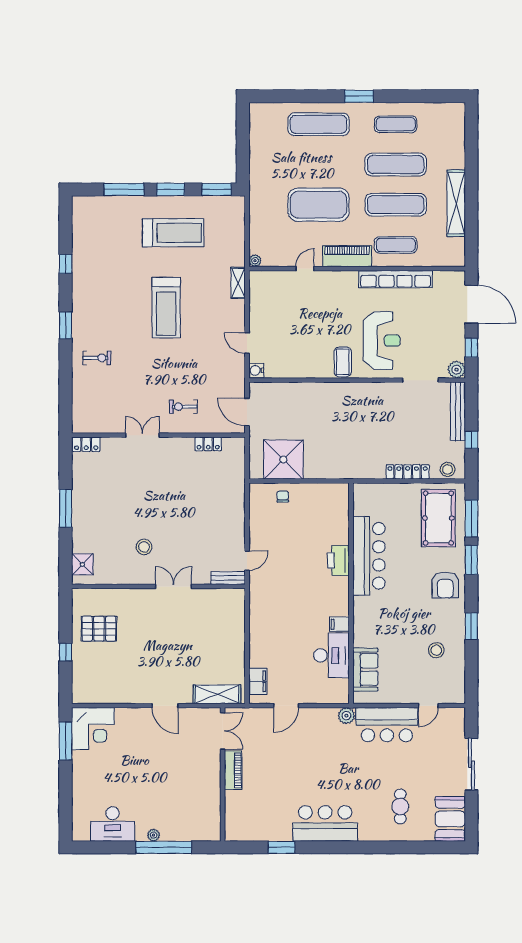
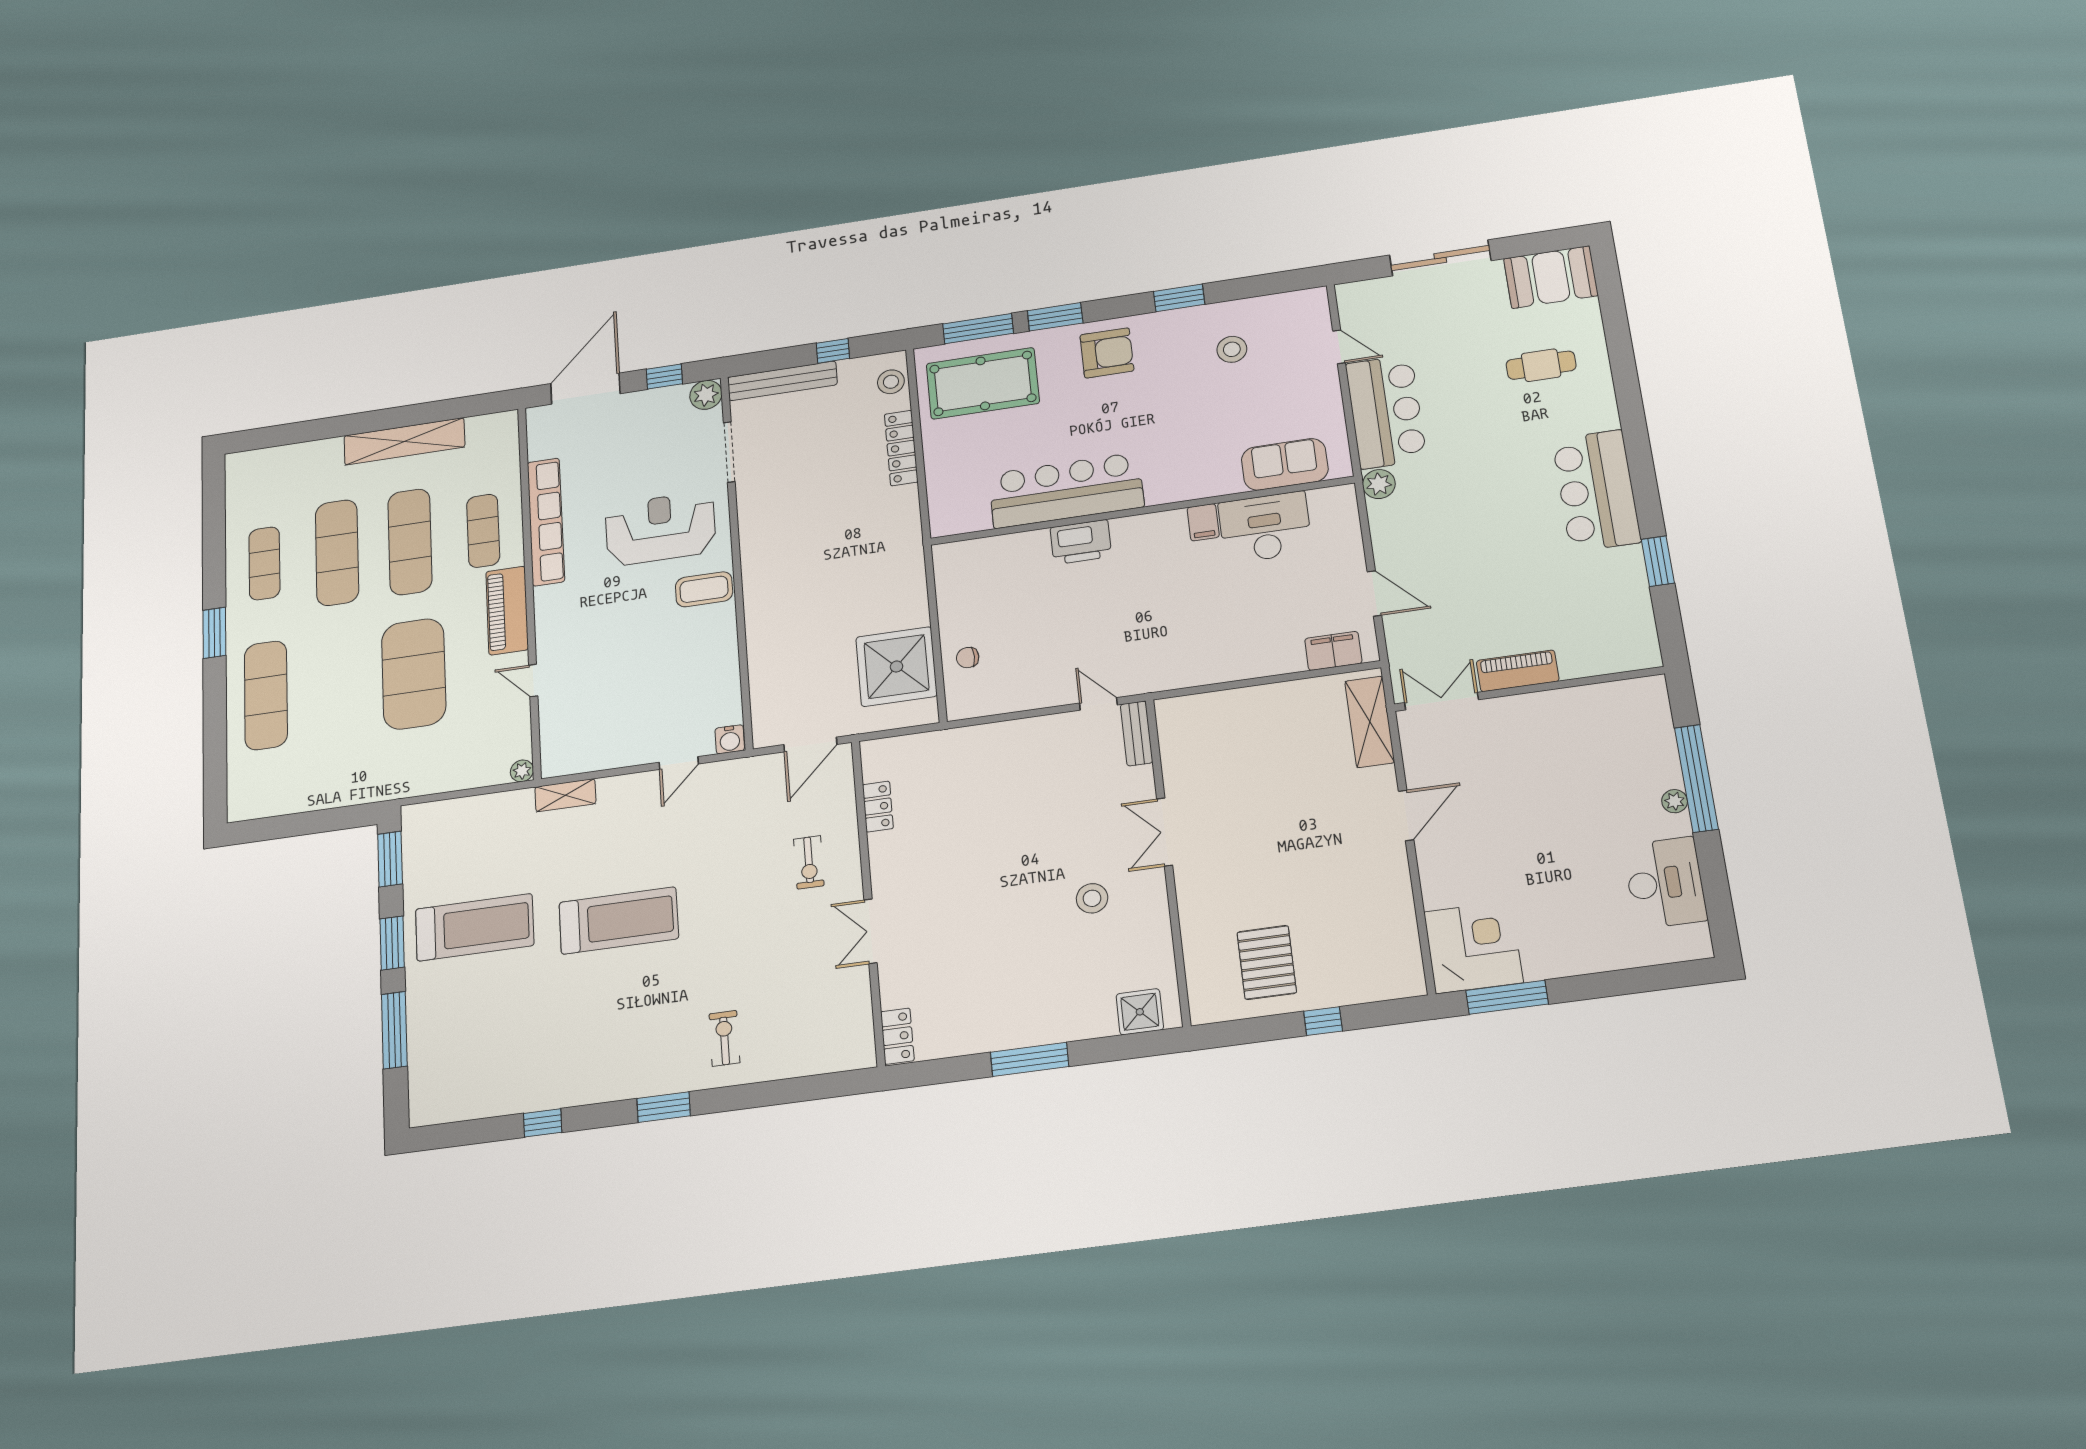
treadmill: (173, 233) -> (475, 927), turned 90

